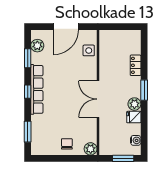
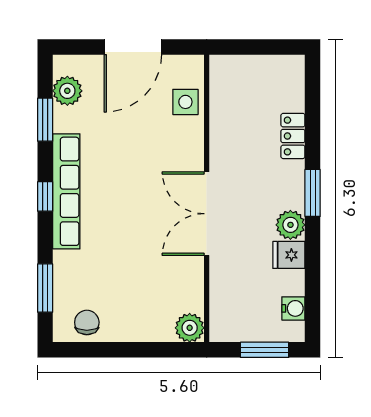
chair: (67, 144) -> (87, 322), moved

